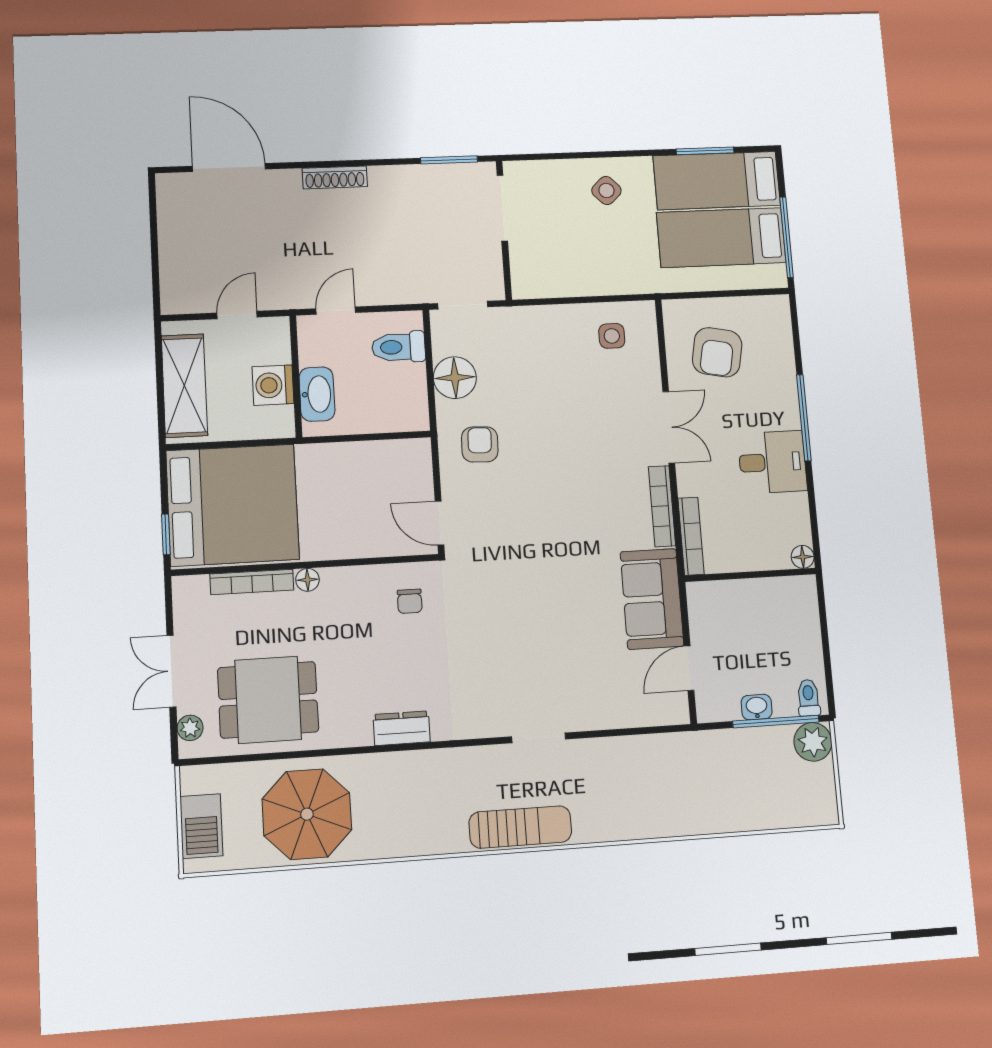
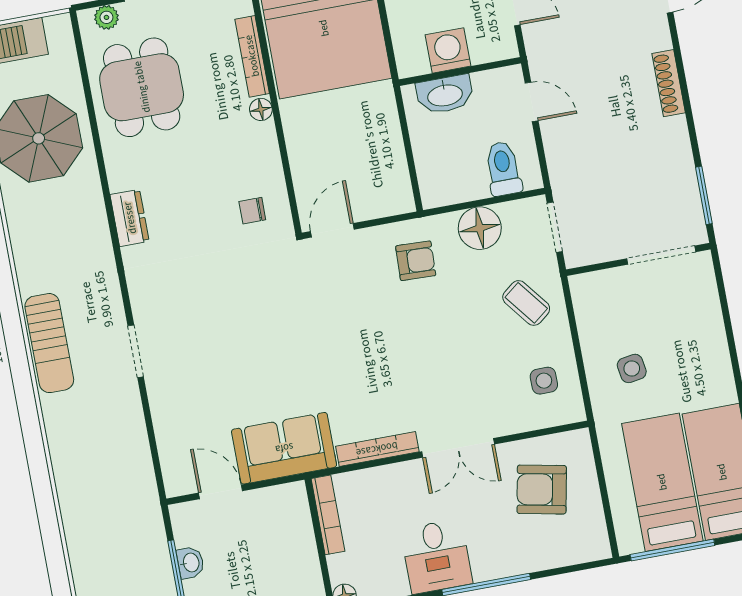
side table: (606, 190) -> (632, 368), moved, turned 35
coffee table: (534, 343) -> (526, 303), added
bookcase: (691, 536) -> (328, 515), moved, turned -90

